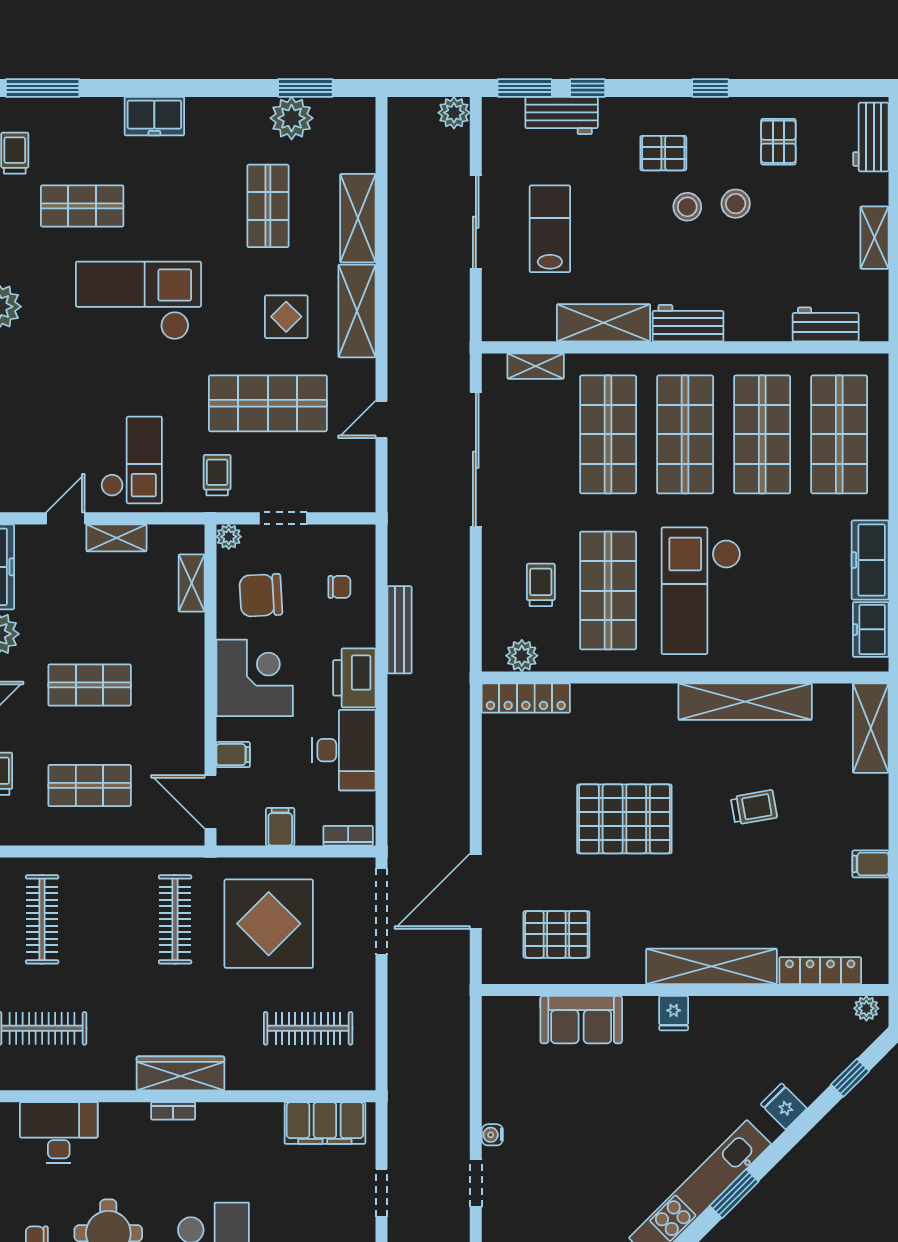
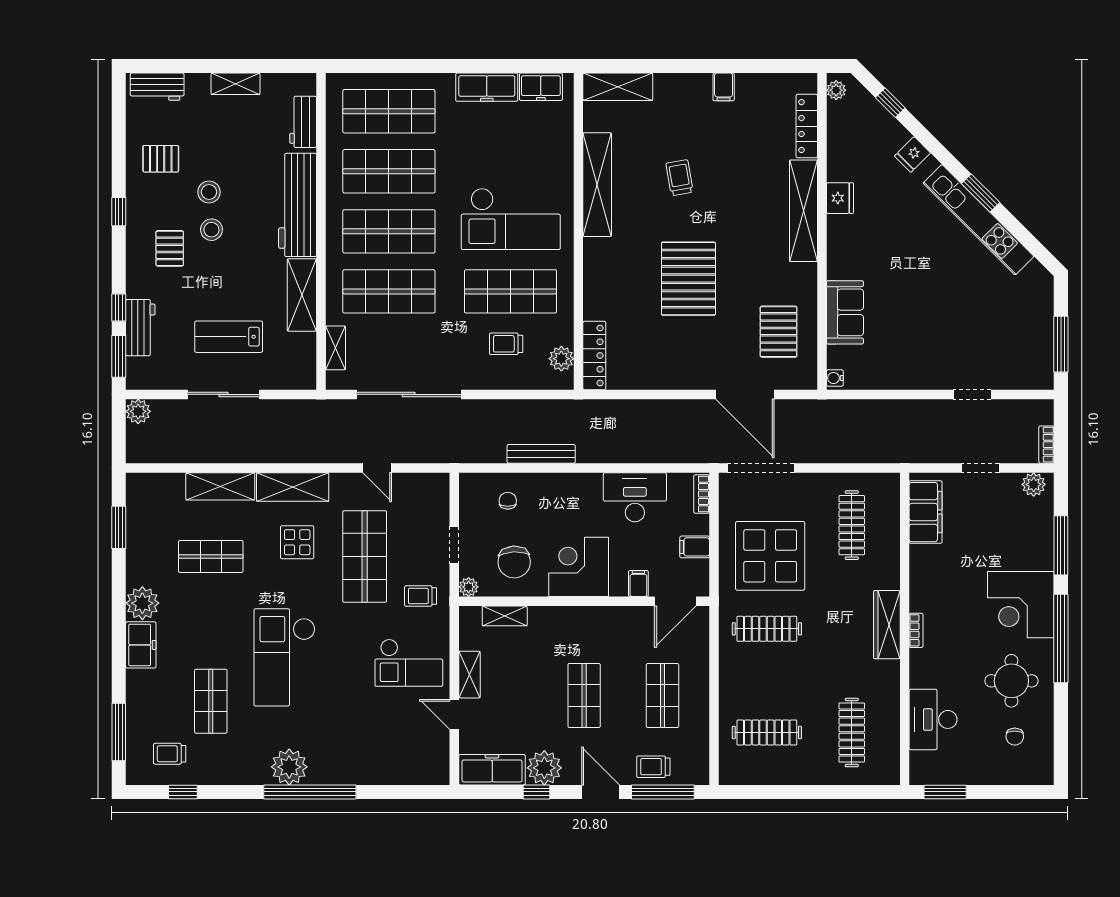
plant: (292, 118) -> (142, 603), moved
workbench: (688, 323) -> (298, 205), width x1.88, depth x1.32
checkout: (132, 460) -> (409, 663), turned 180
printer: (354, 678) -> (579, 489), removed
fridge: (674, 1013) -> (840, 198), moved, width x1.38
water cooler: (492, 1135) -> (835, 378), moved, turned 90

